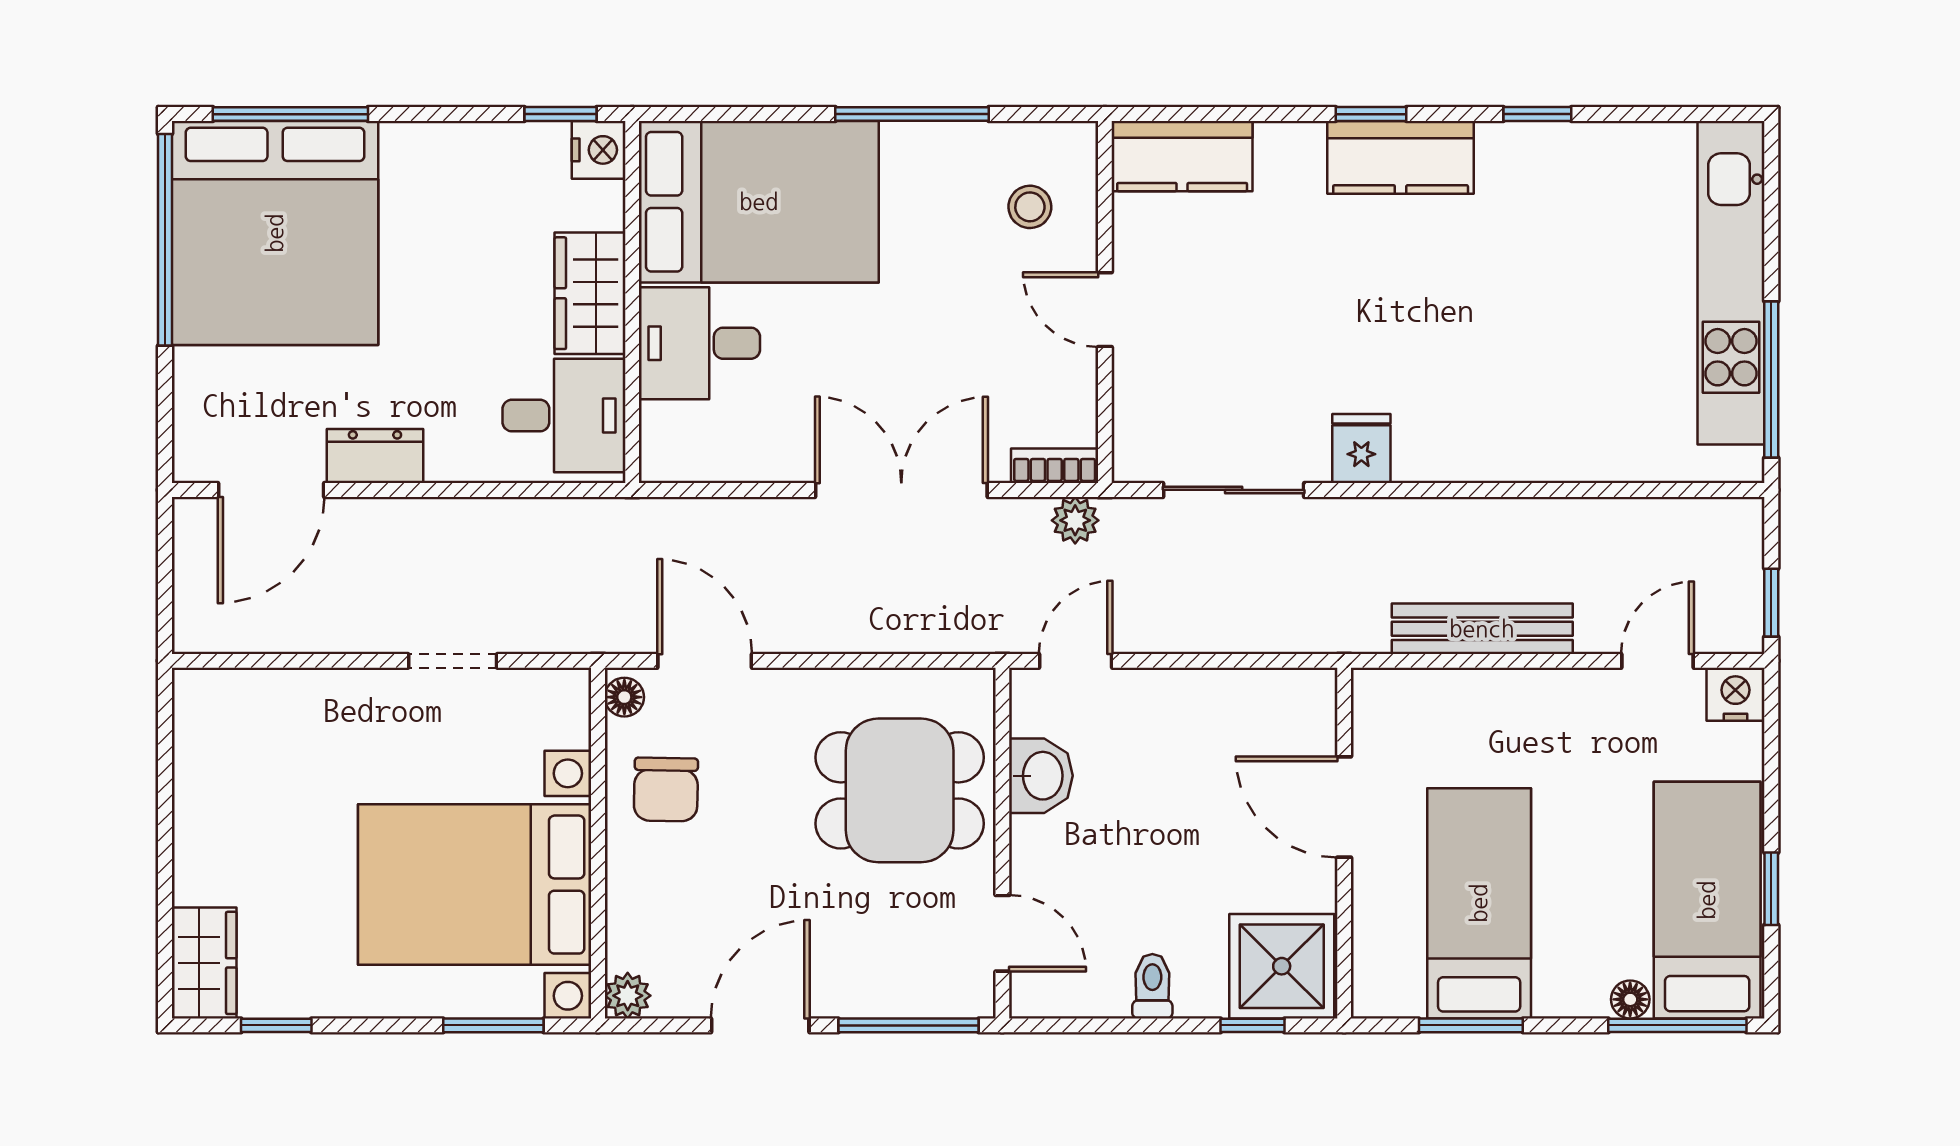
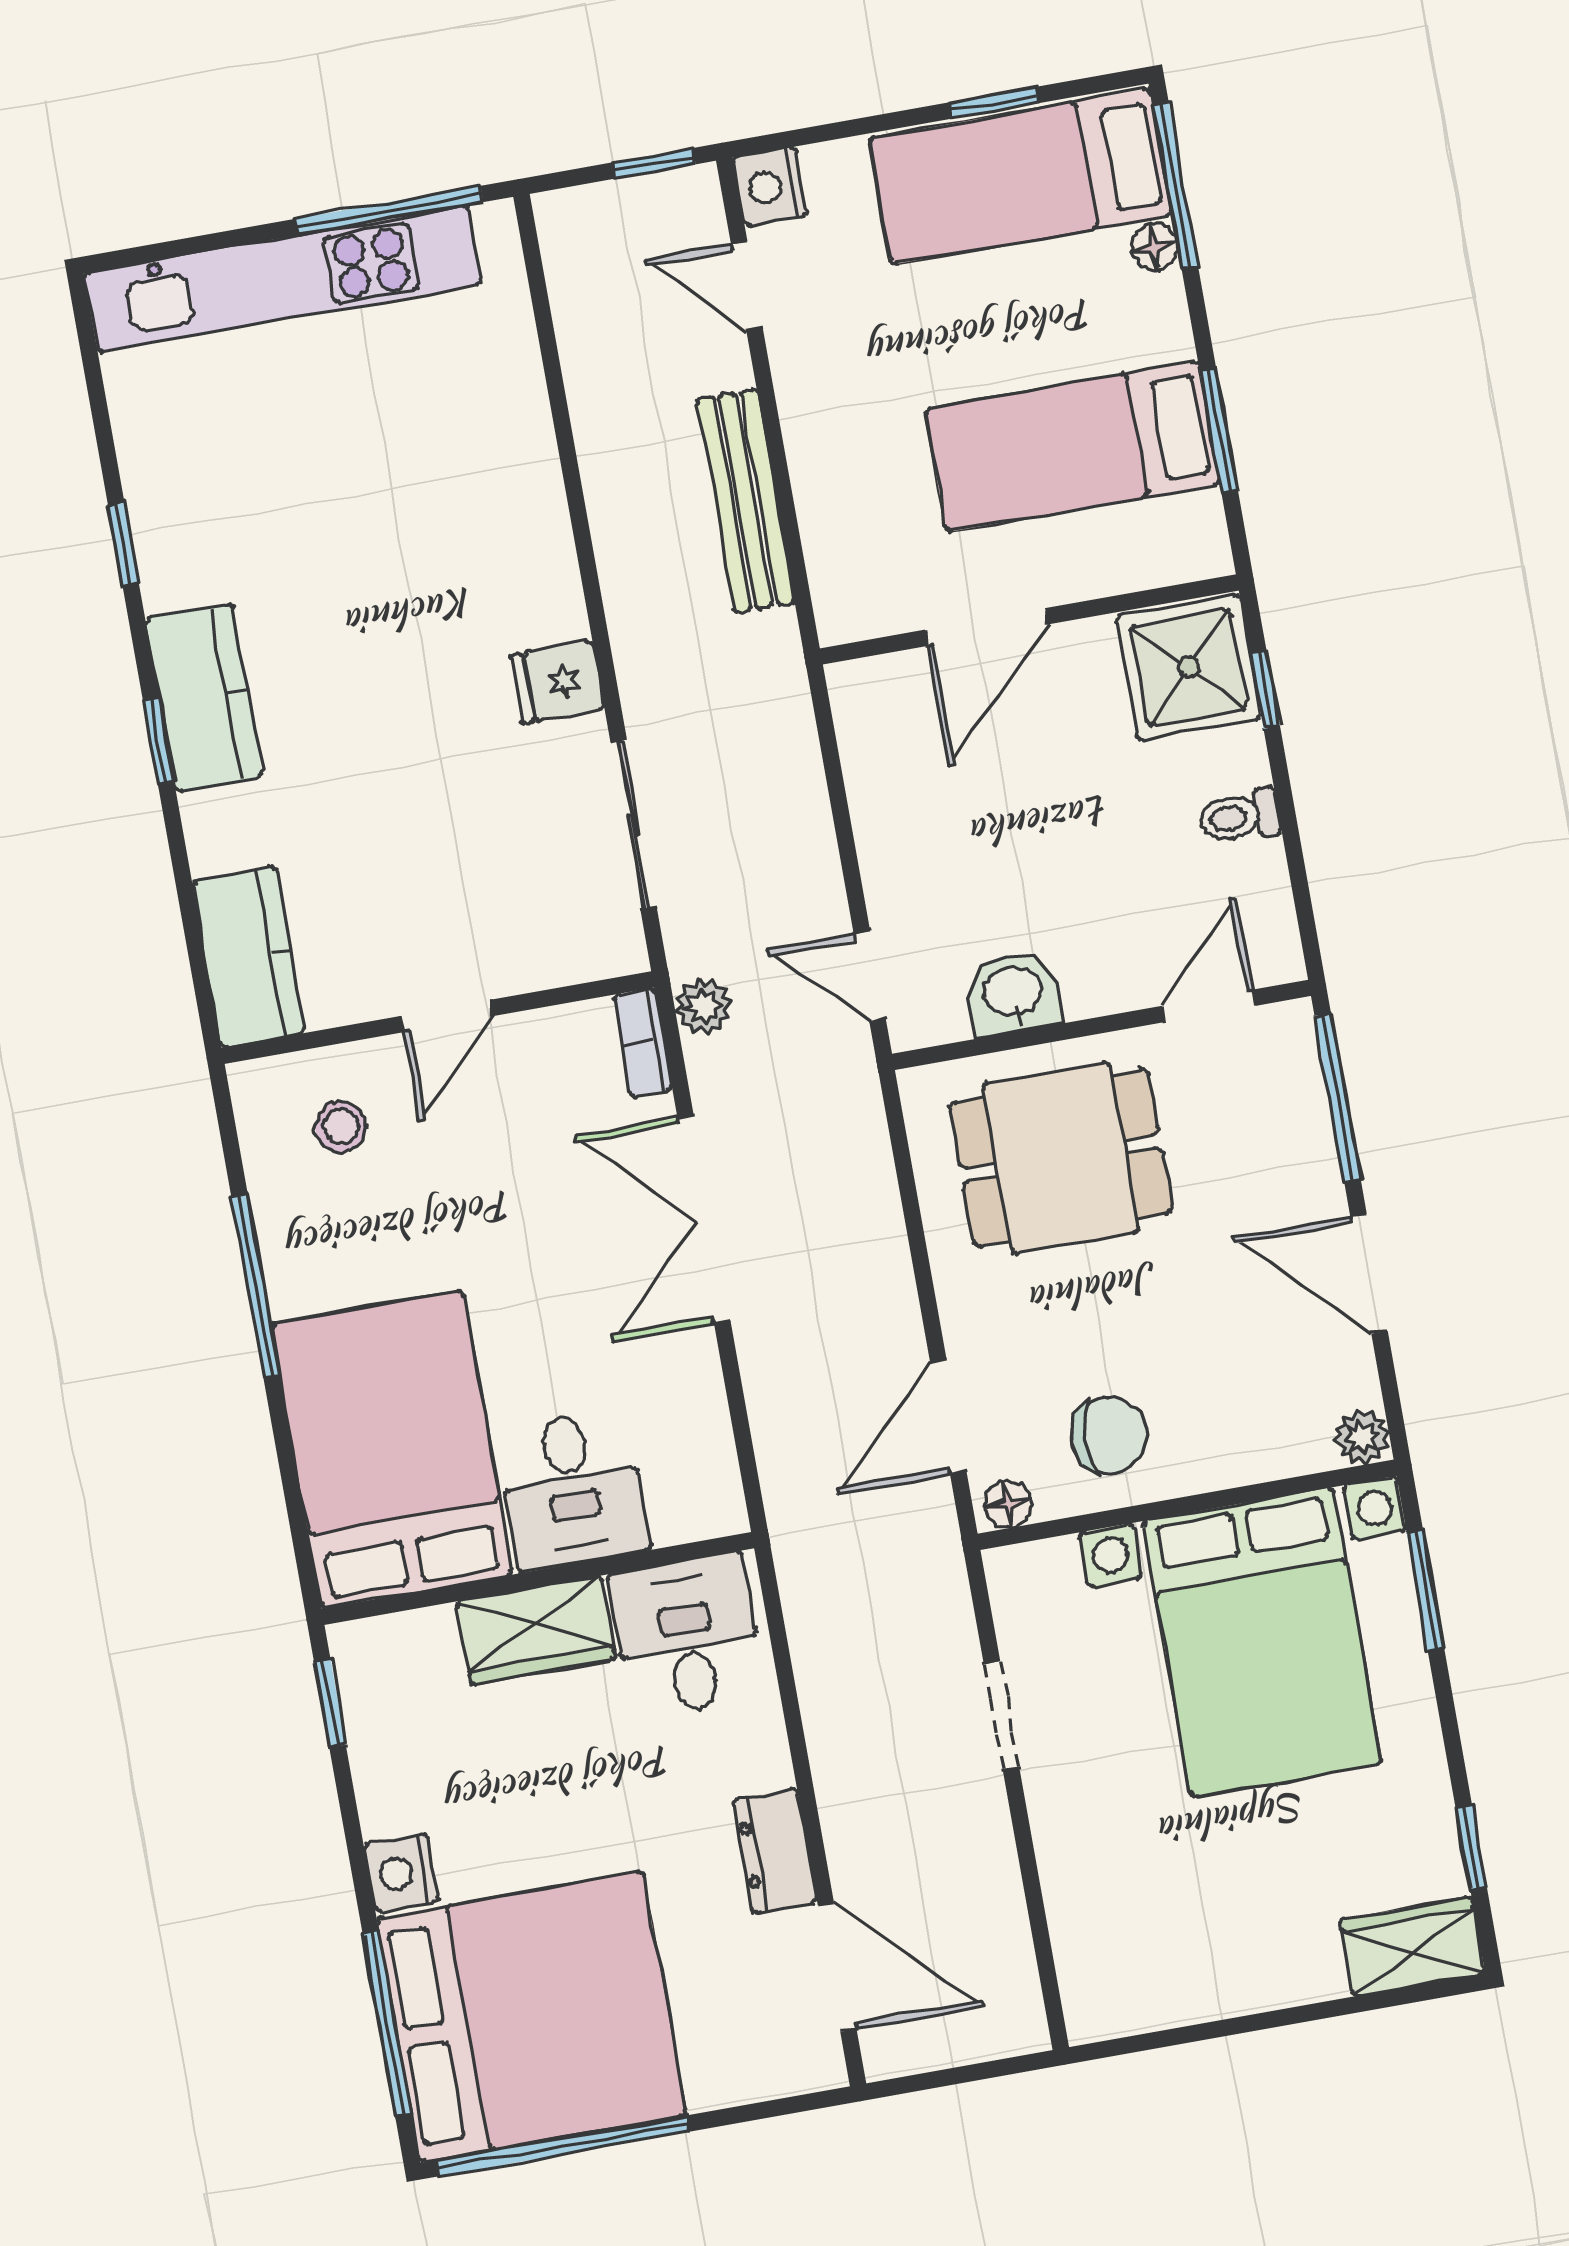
nightstand: (599, 150) -> (401, 1873), moved, turned -90
dining table: (900, 790) -> (1061, 1158), turned 90

